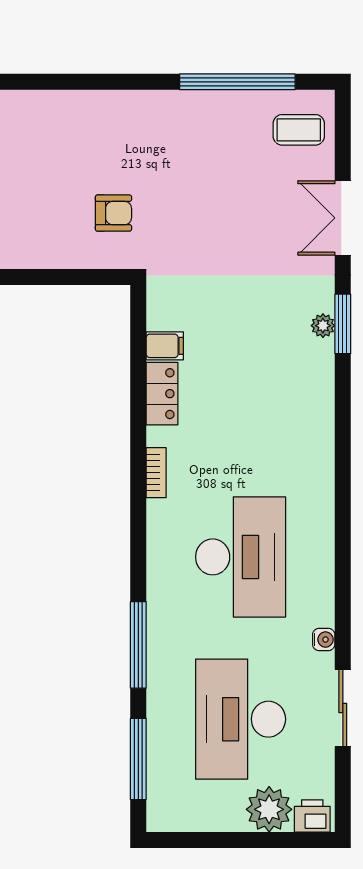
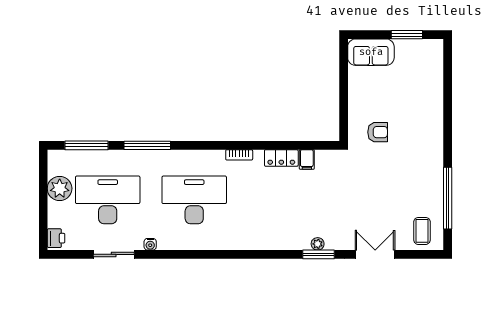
armchair: (113, 213) -> (378, 132), turned -90
desk: (241, 557) -> (194, 200), turned 180
plant: (269, 809) -> (60, 188), moved

